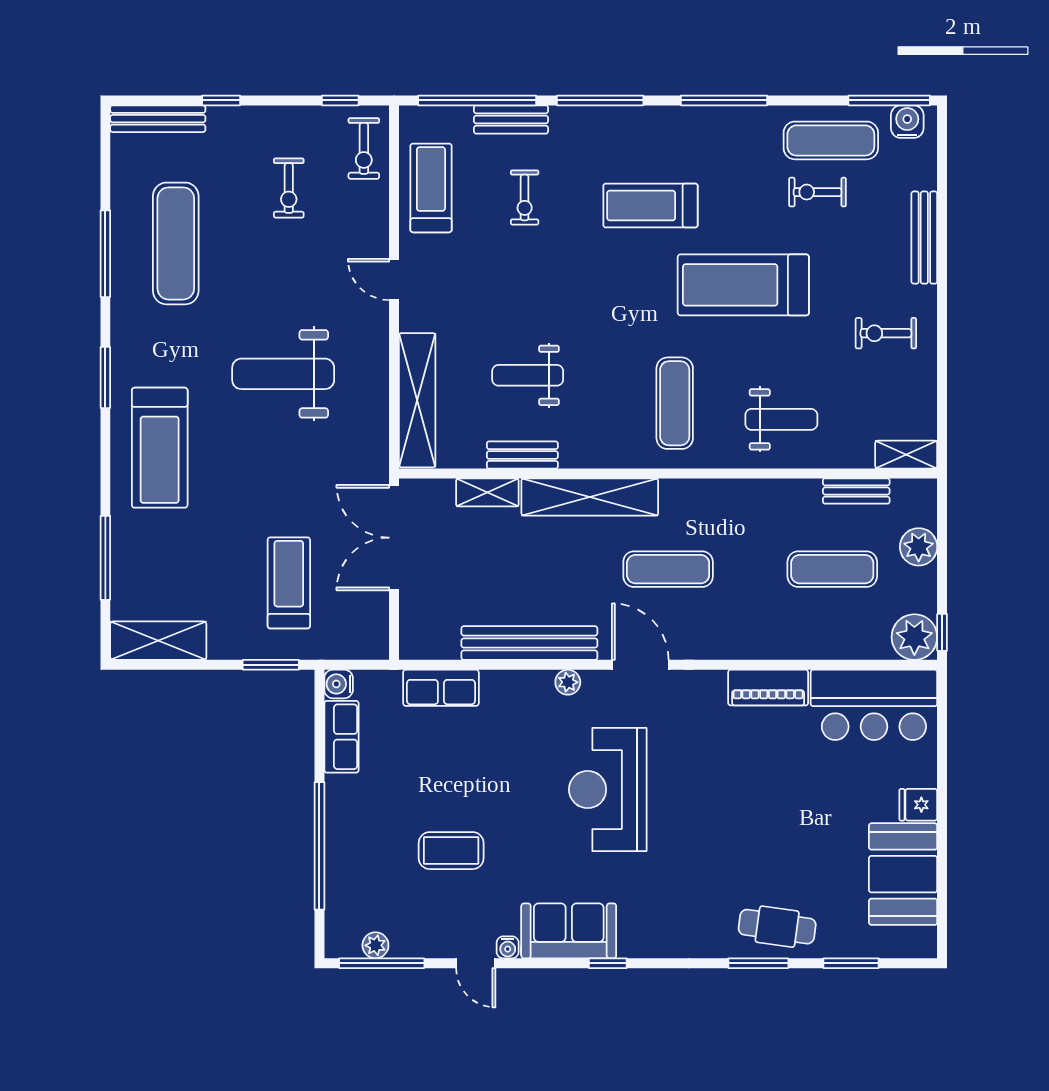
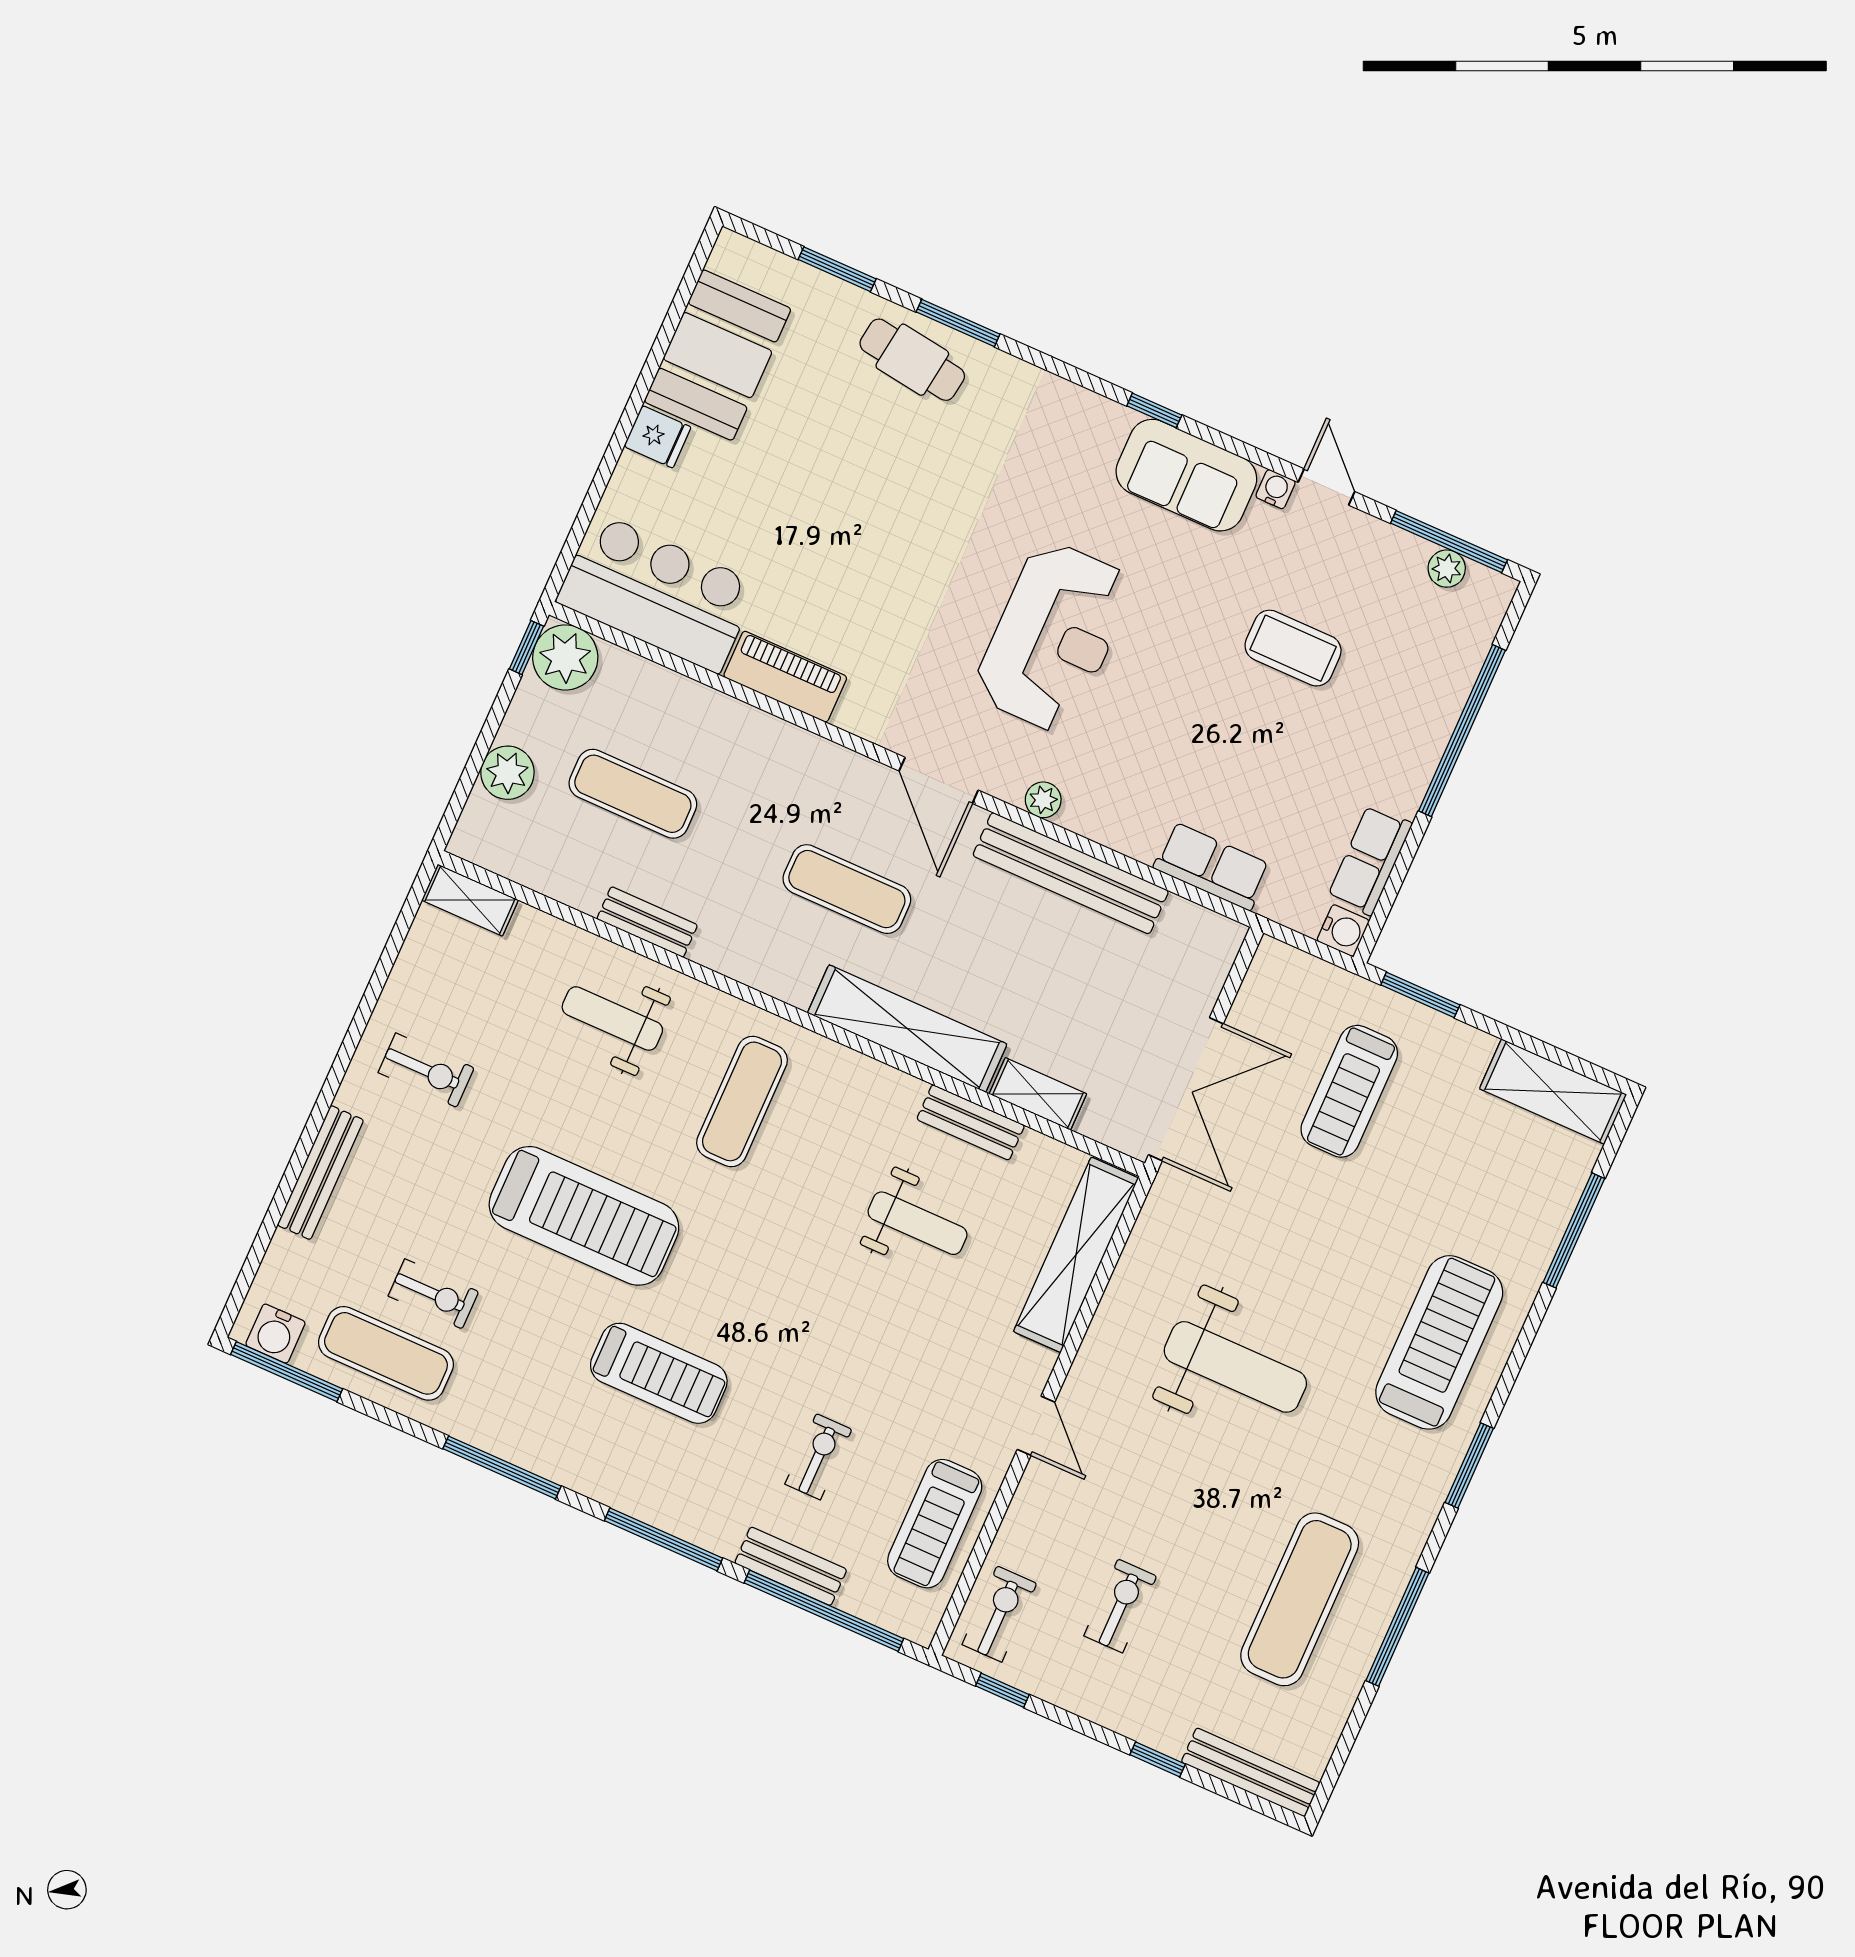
bench: (856, 491) -> (647, 922), moved

